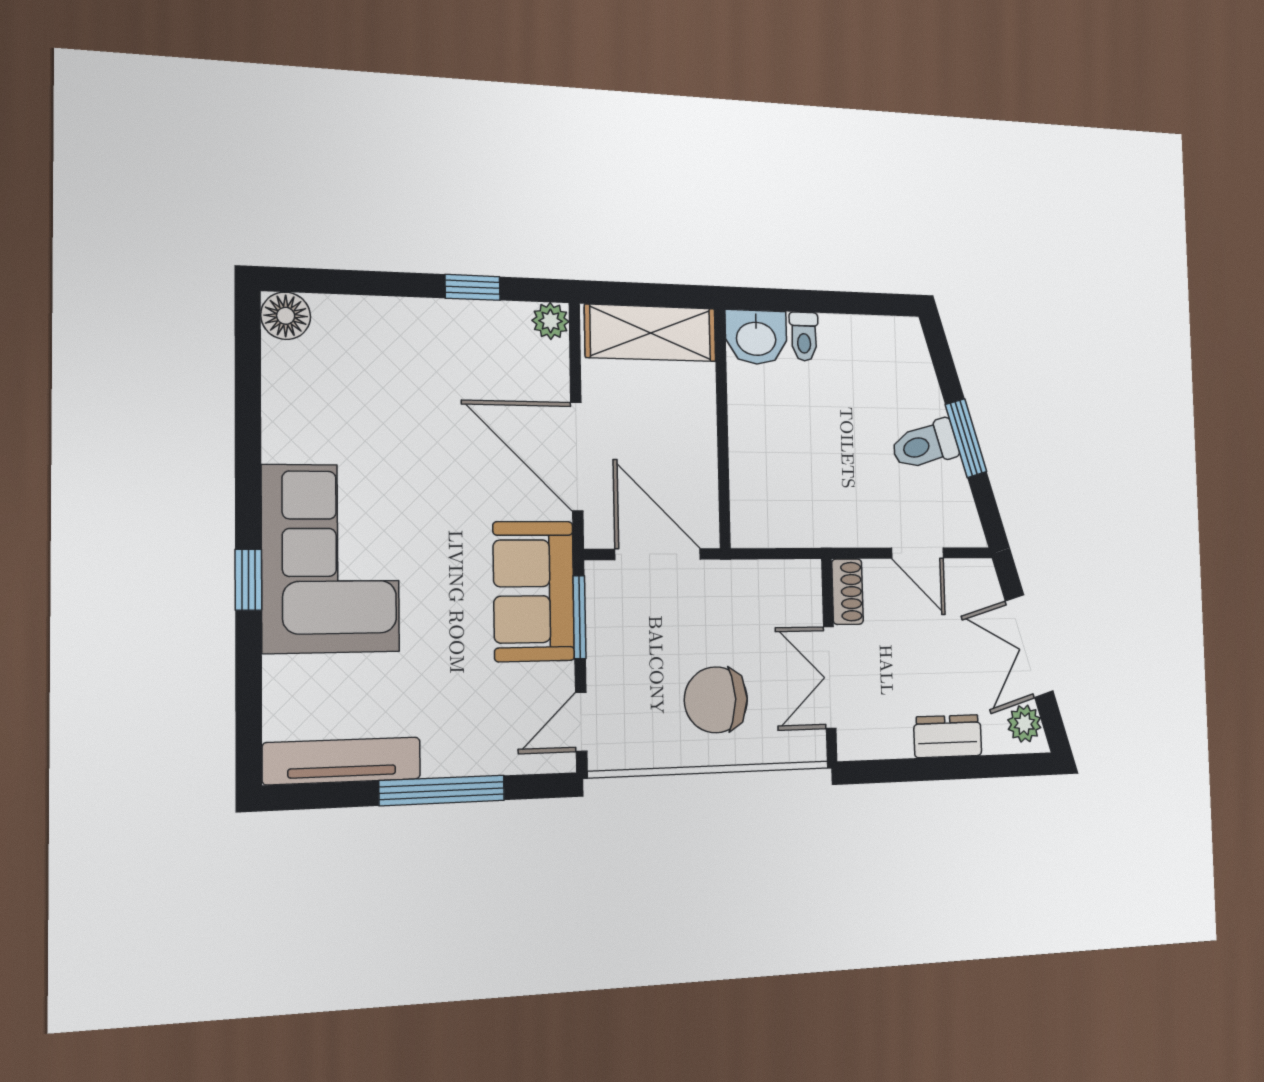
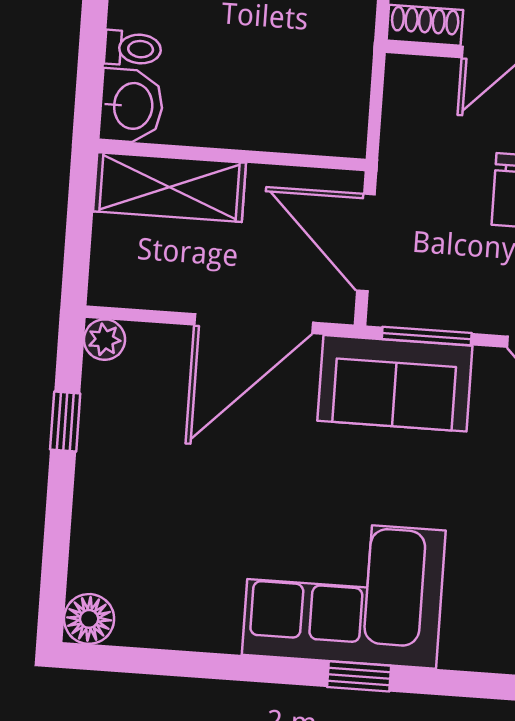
shelving: (651, 333) -> (170, 187), moved, turned 90
door: (658, 554) -> (366, 243), hinge flipped

